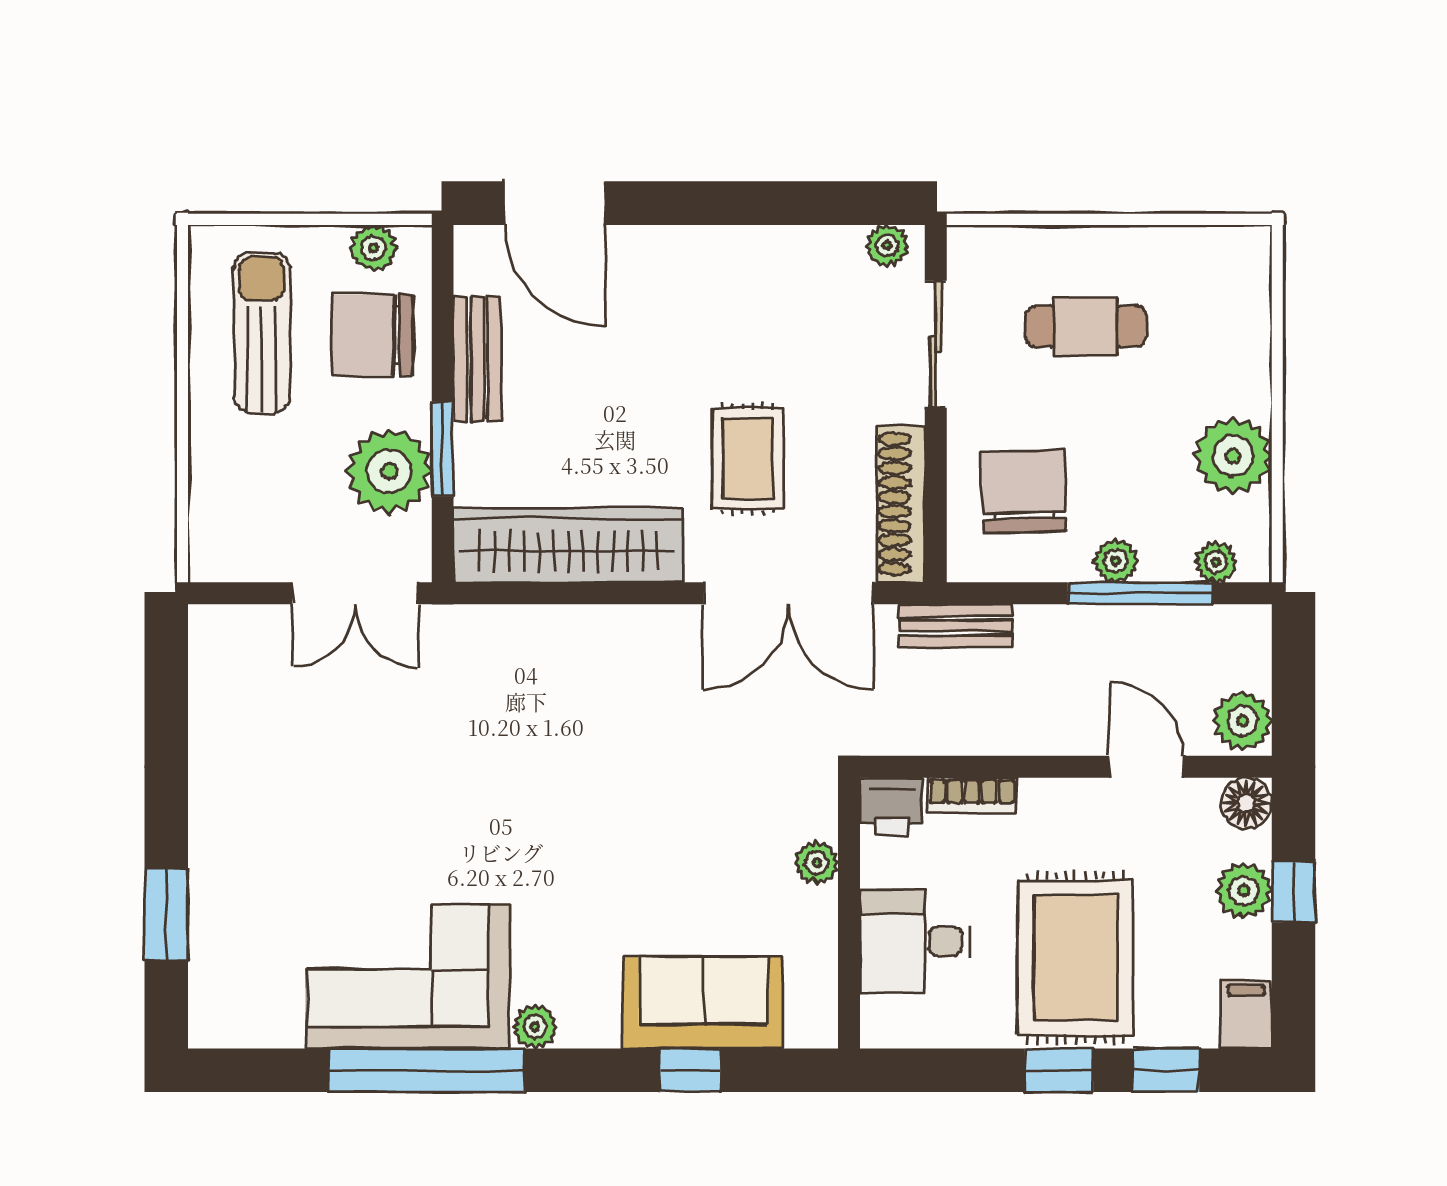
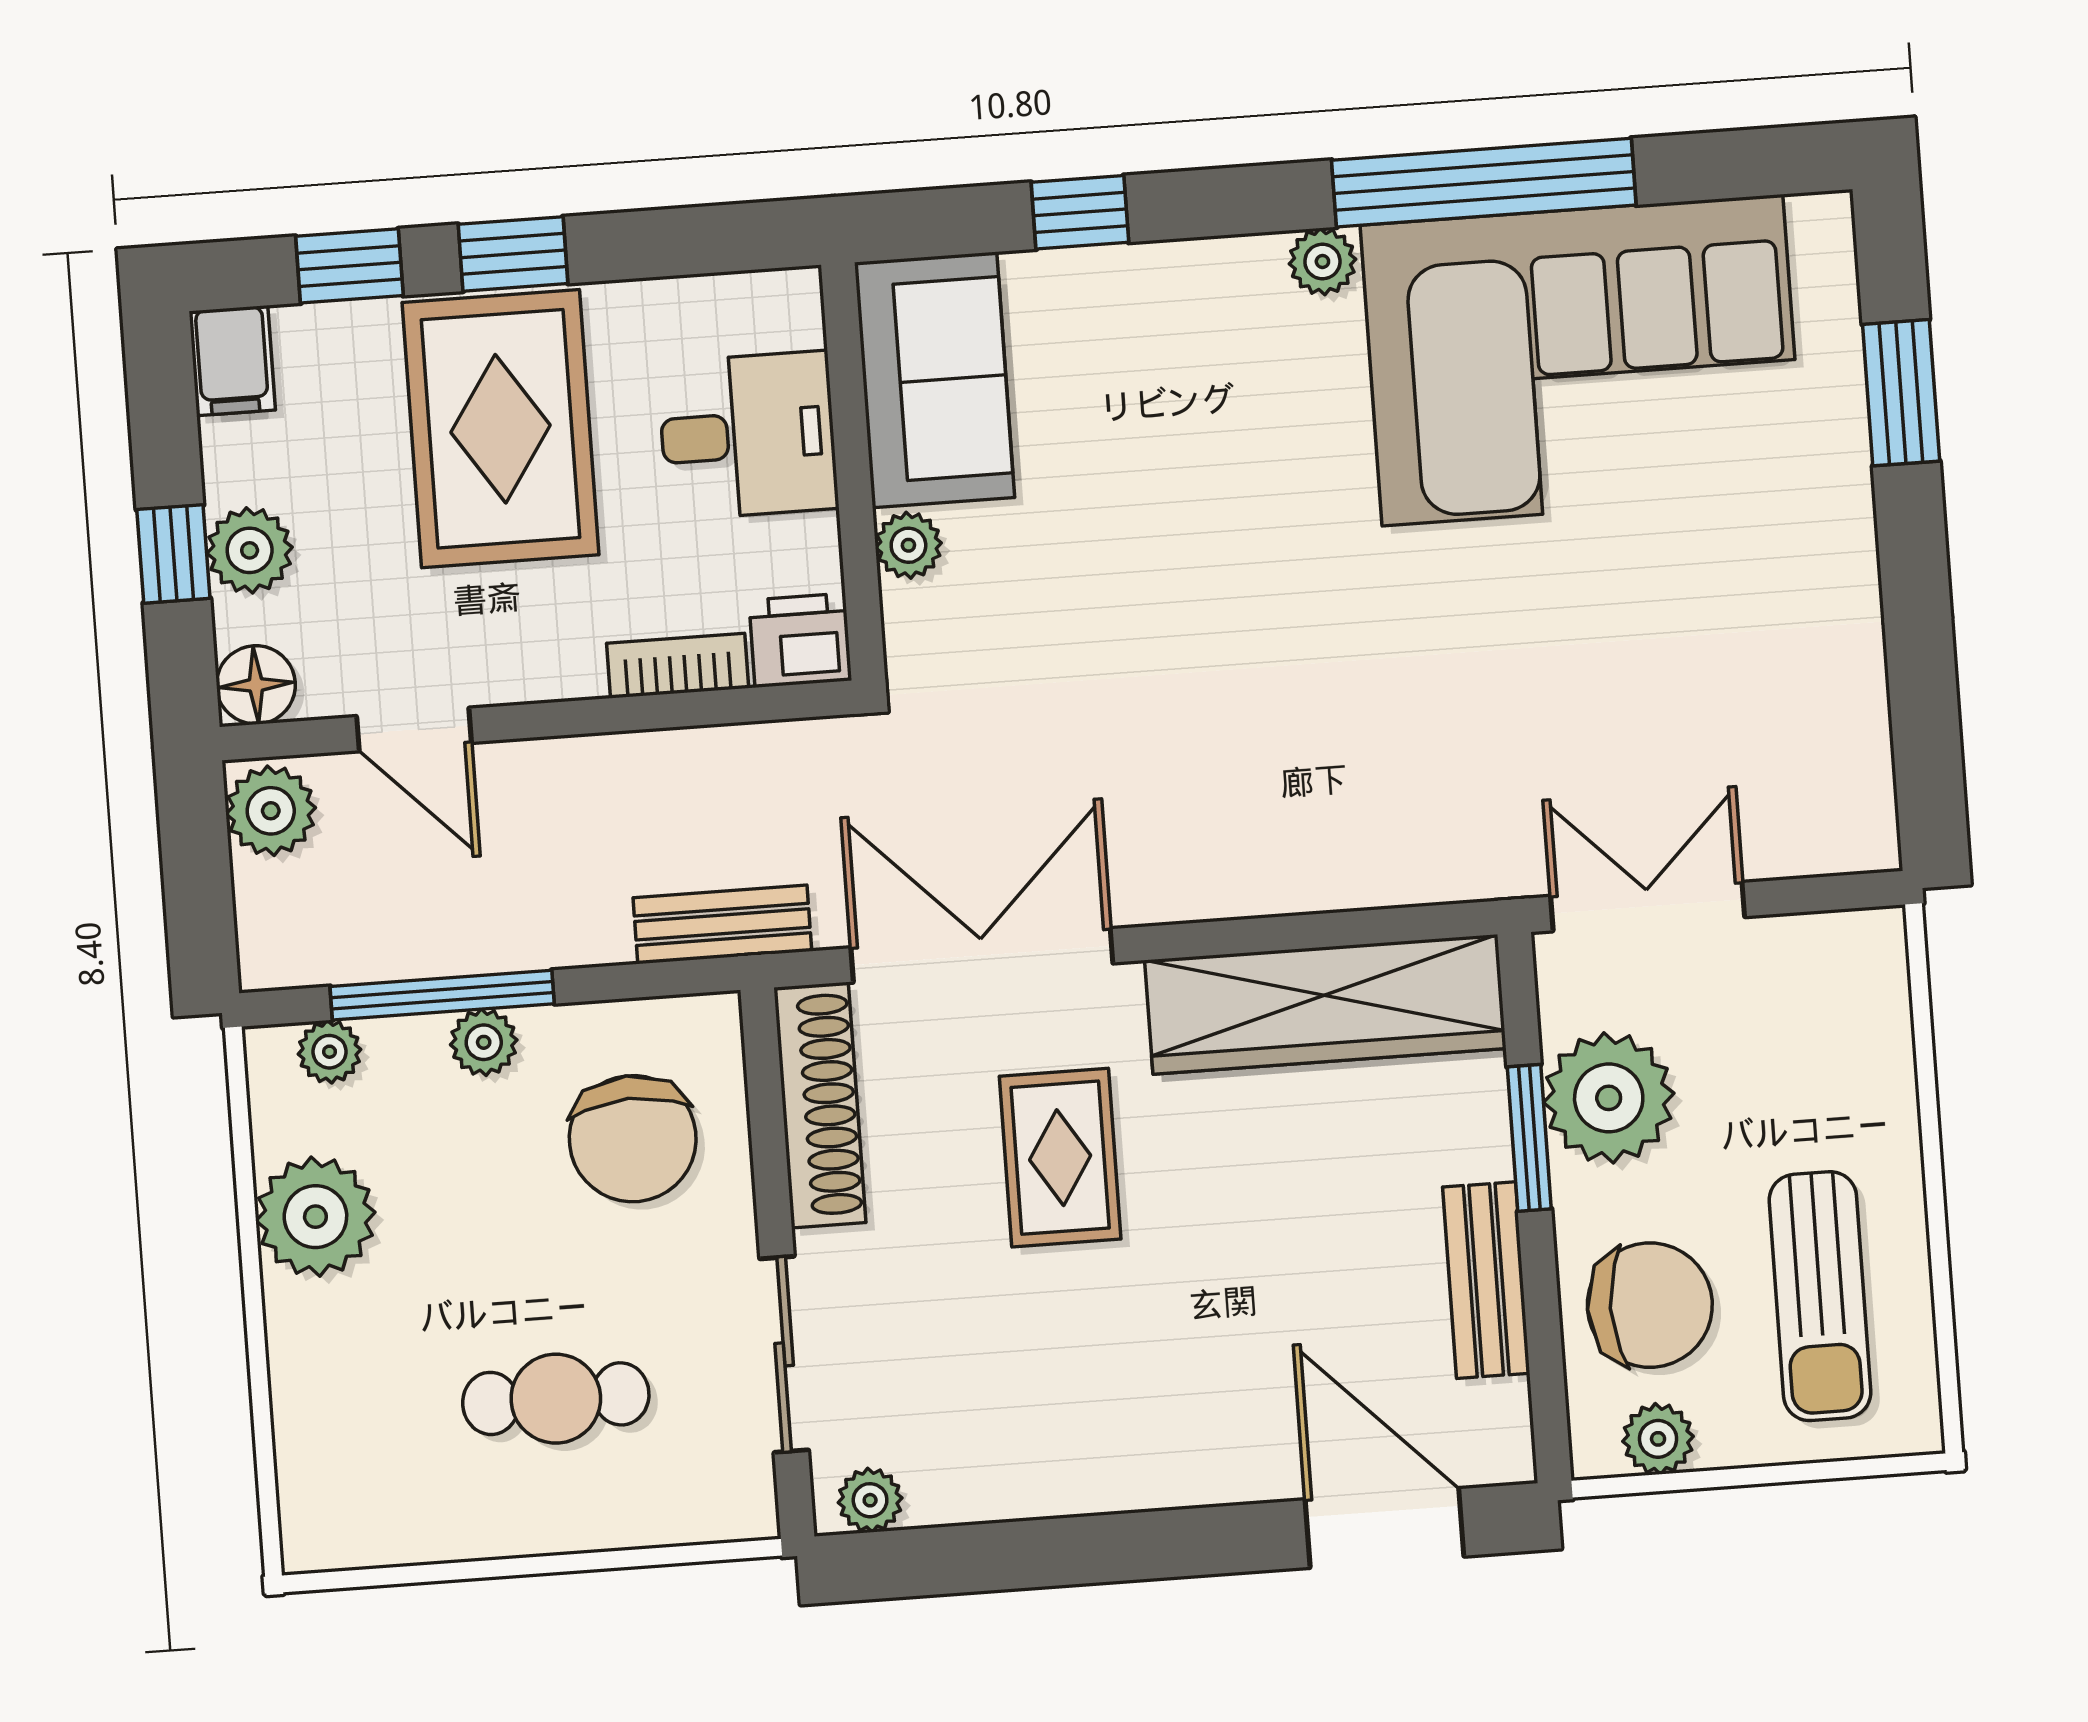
corner sofa: (408, 976) -> (1582, 360), width x1.36, depth x1.36
sofa: (703, 1002) -> (934, 380), moved, turned -90

